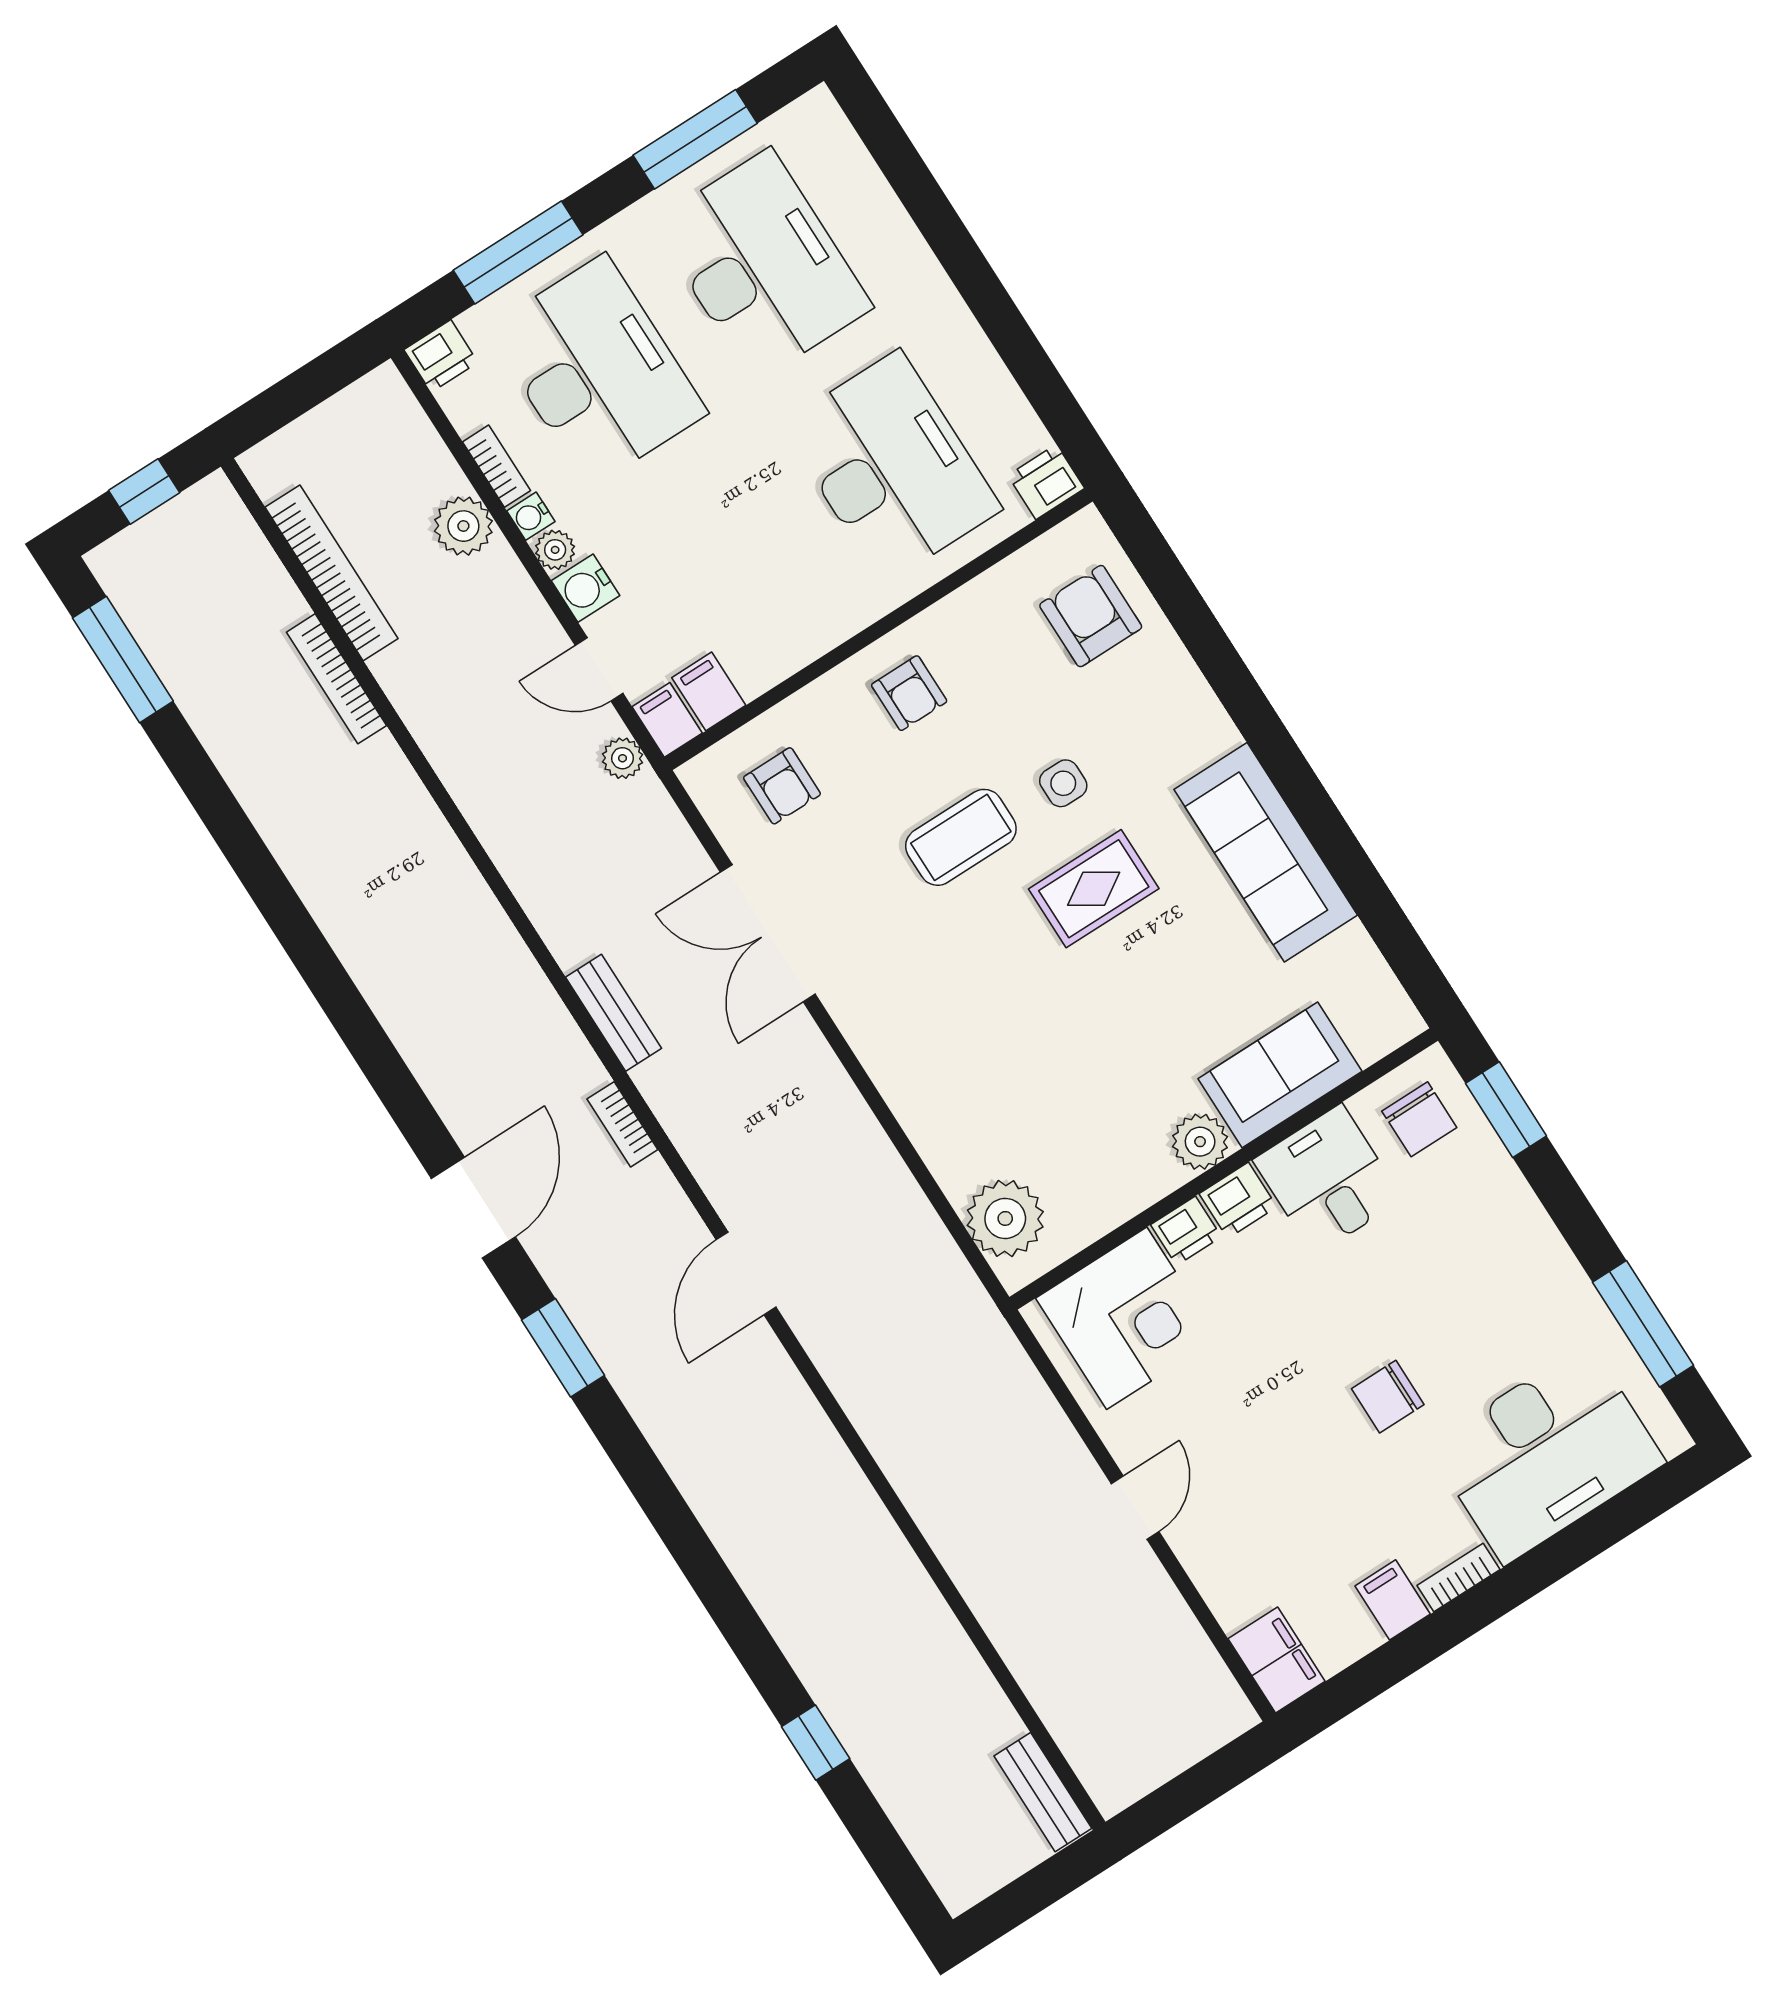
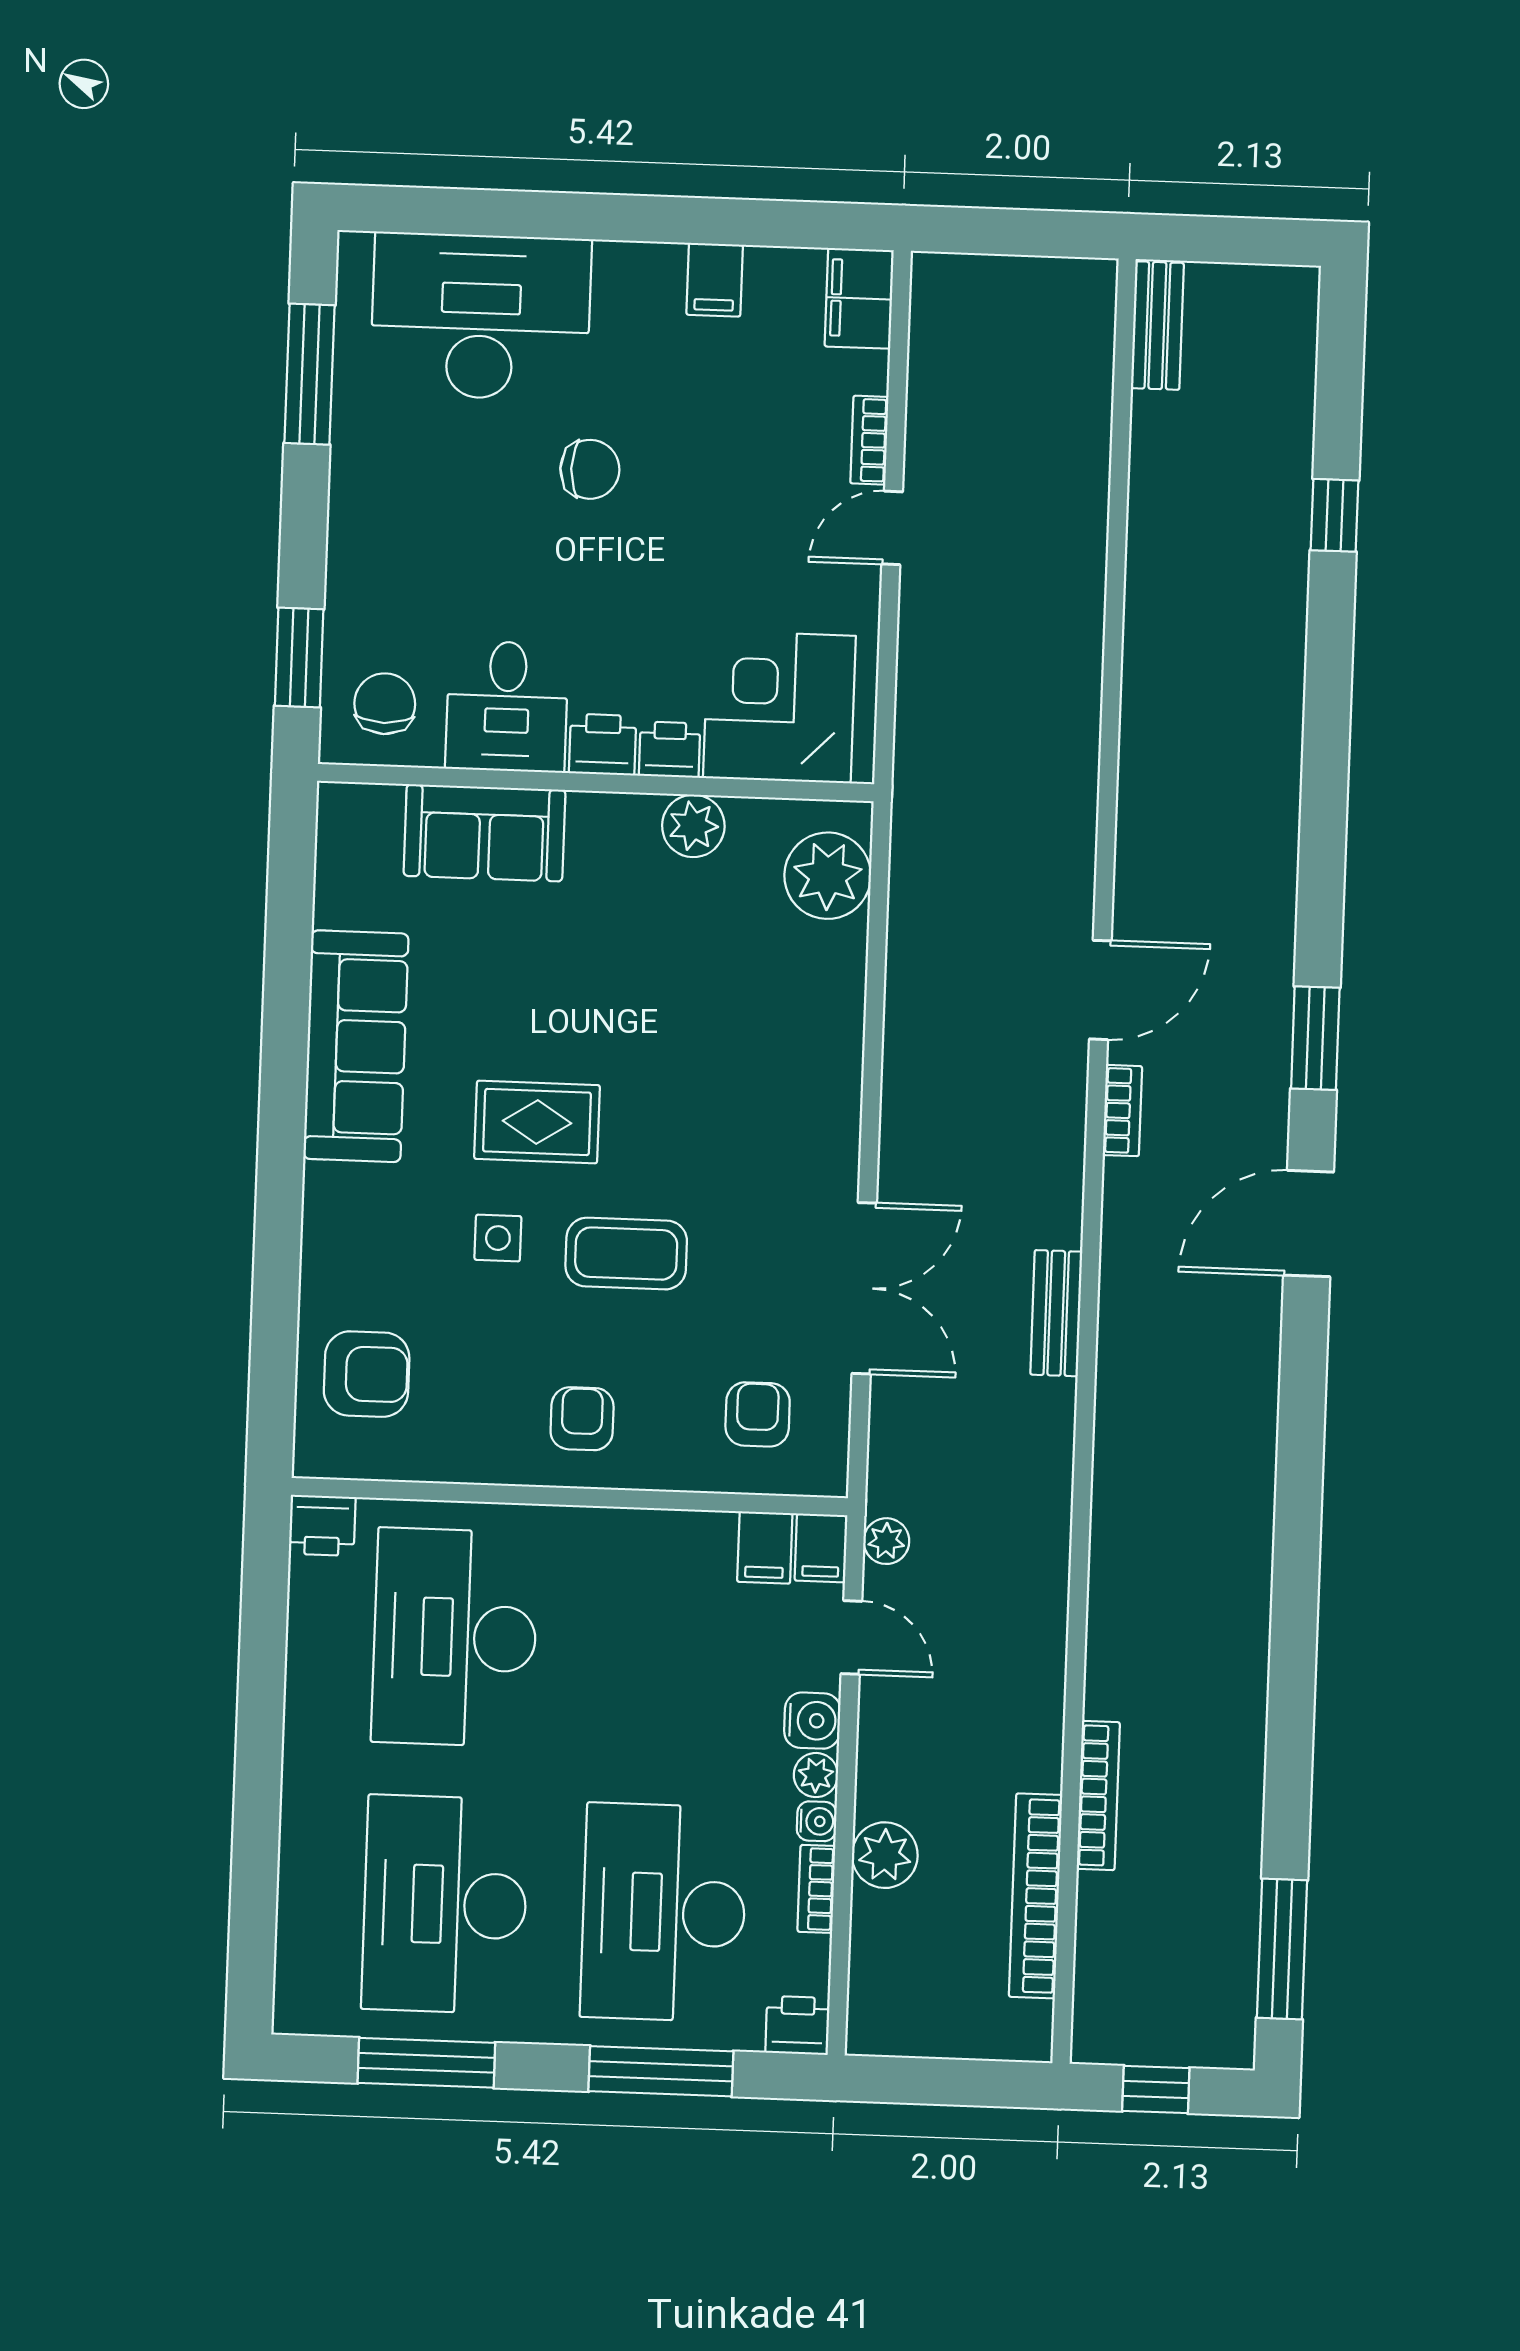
armchair: (1091, 616) -> (367, 1374), turned -90
bookcase: (622, 1124) -> (1122, 1111), moved
plant: (1200, 1142) -> (693, 826), moved
bookcase: (1458, 1577) -> (869, 440), moved, turned 90

